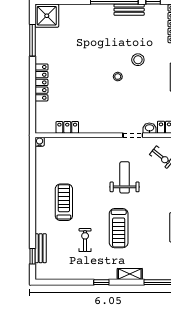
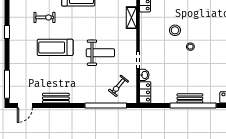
stool: (138, 60) -> (175, 30), moved
shelving: (130, 274) -> (131, 18), moved

